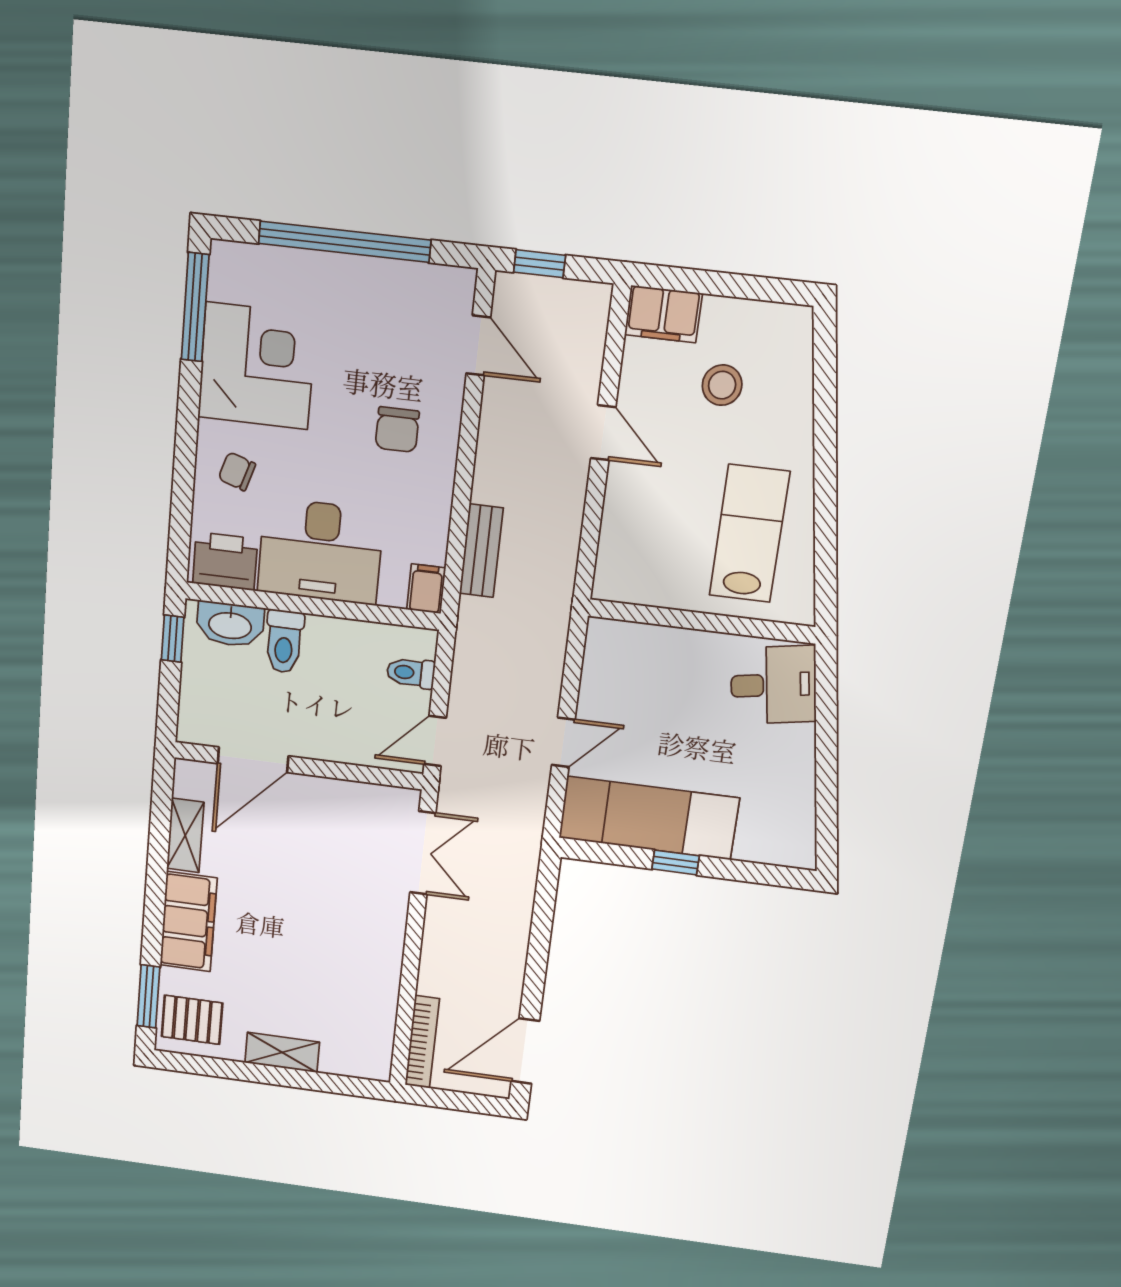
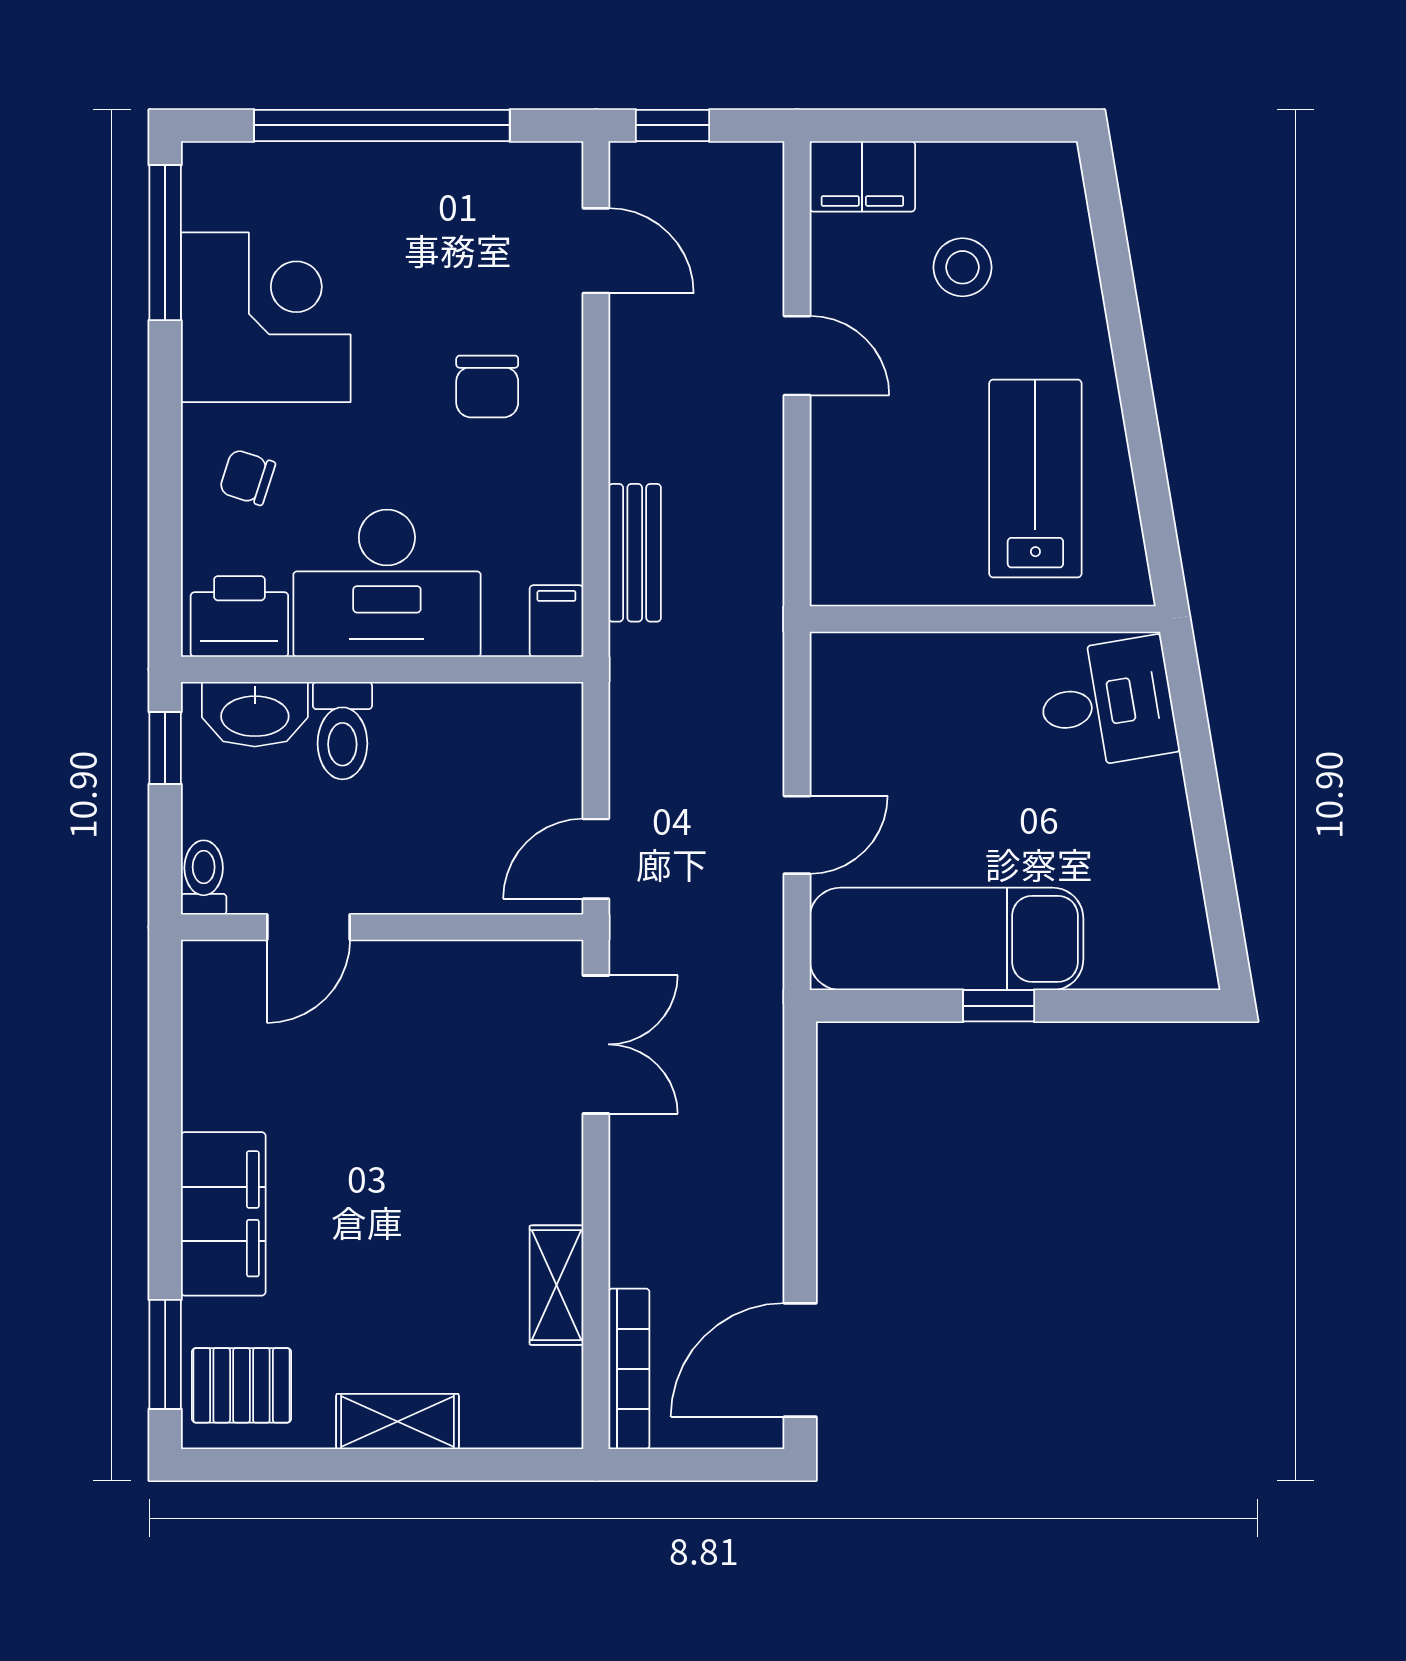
toilet: (411, 673) -> (204, 877), moved, turned 90
door: (253, 760) -> (308, 927), width x0.73
shelving: (185, 835) -> (556, 1285), moved

